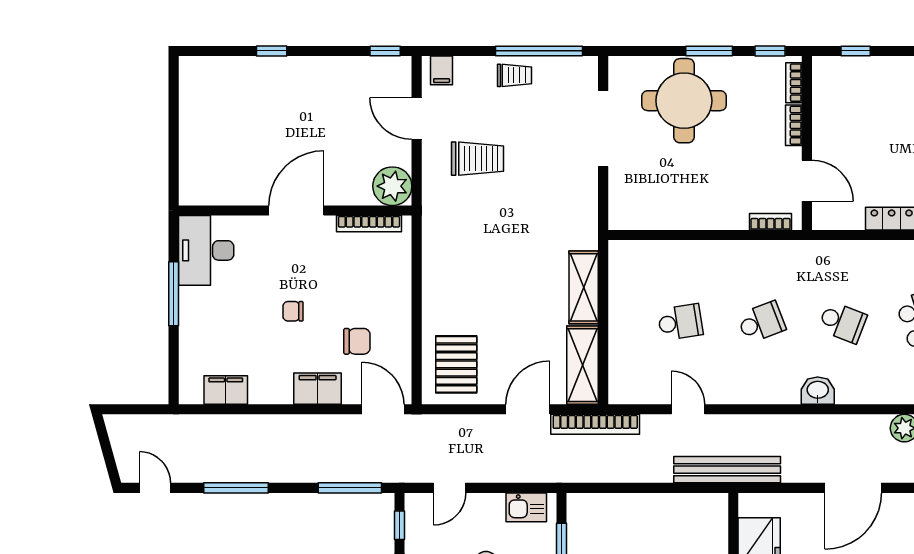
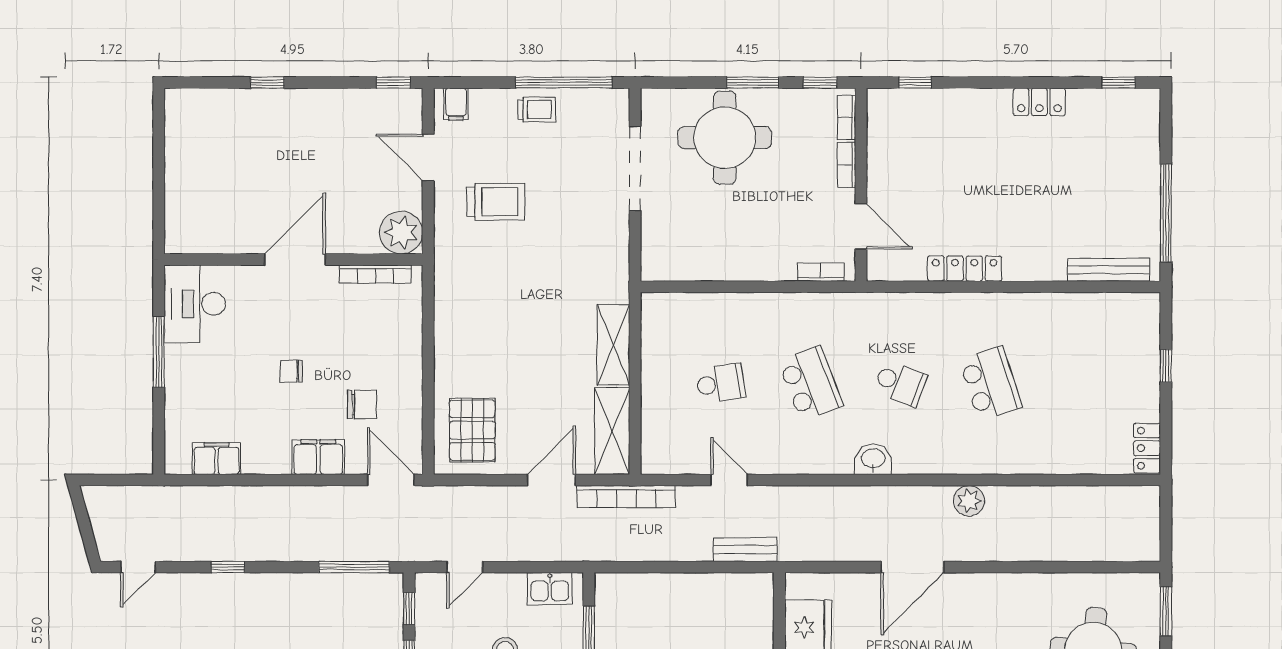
school desk: (761, 322) -> (810, 383), width x1.85
bench: (727, 470) -> (745, 550), width x0.54, depth x0.82
door: (155, 488) -> (138, 567), swing flipped
window: (236, 488) -> (228, 567), width x0.46

